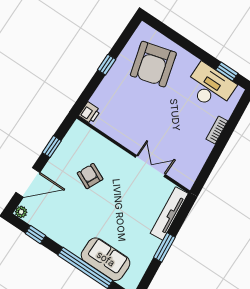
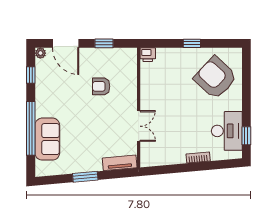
armchair: (153, 64) -> (215, 78), turned 58
armchair: (90, 176) -> (101, 86), turned -115
tv unit: (169, 213) -> (120, 163), width x0.71

